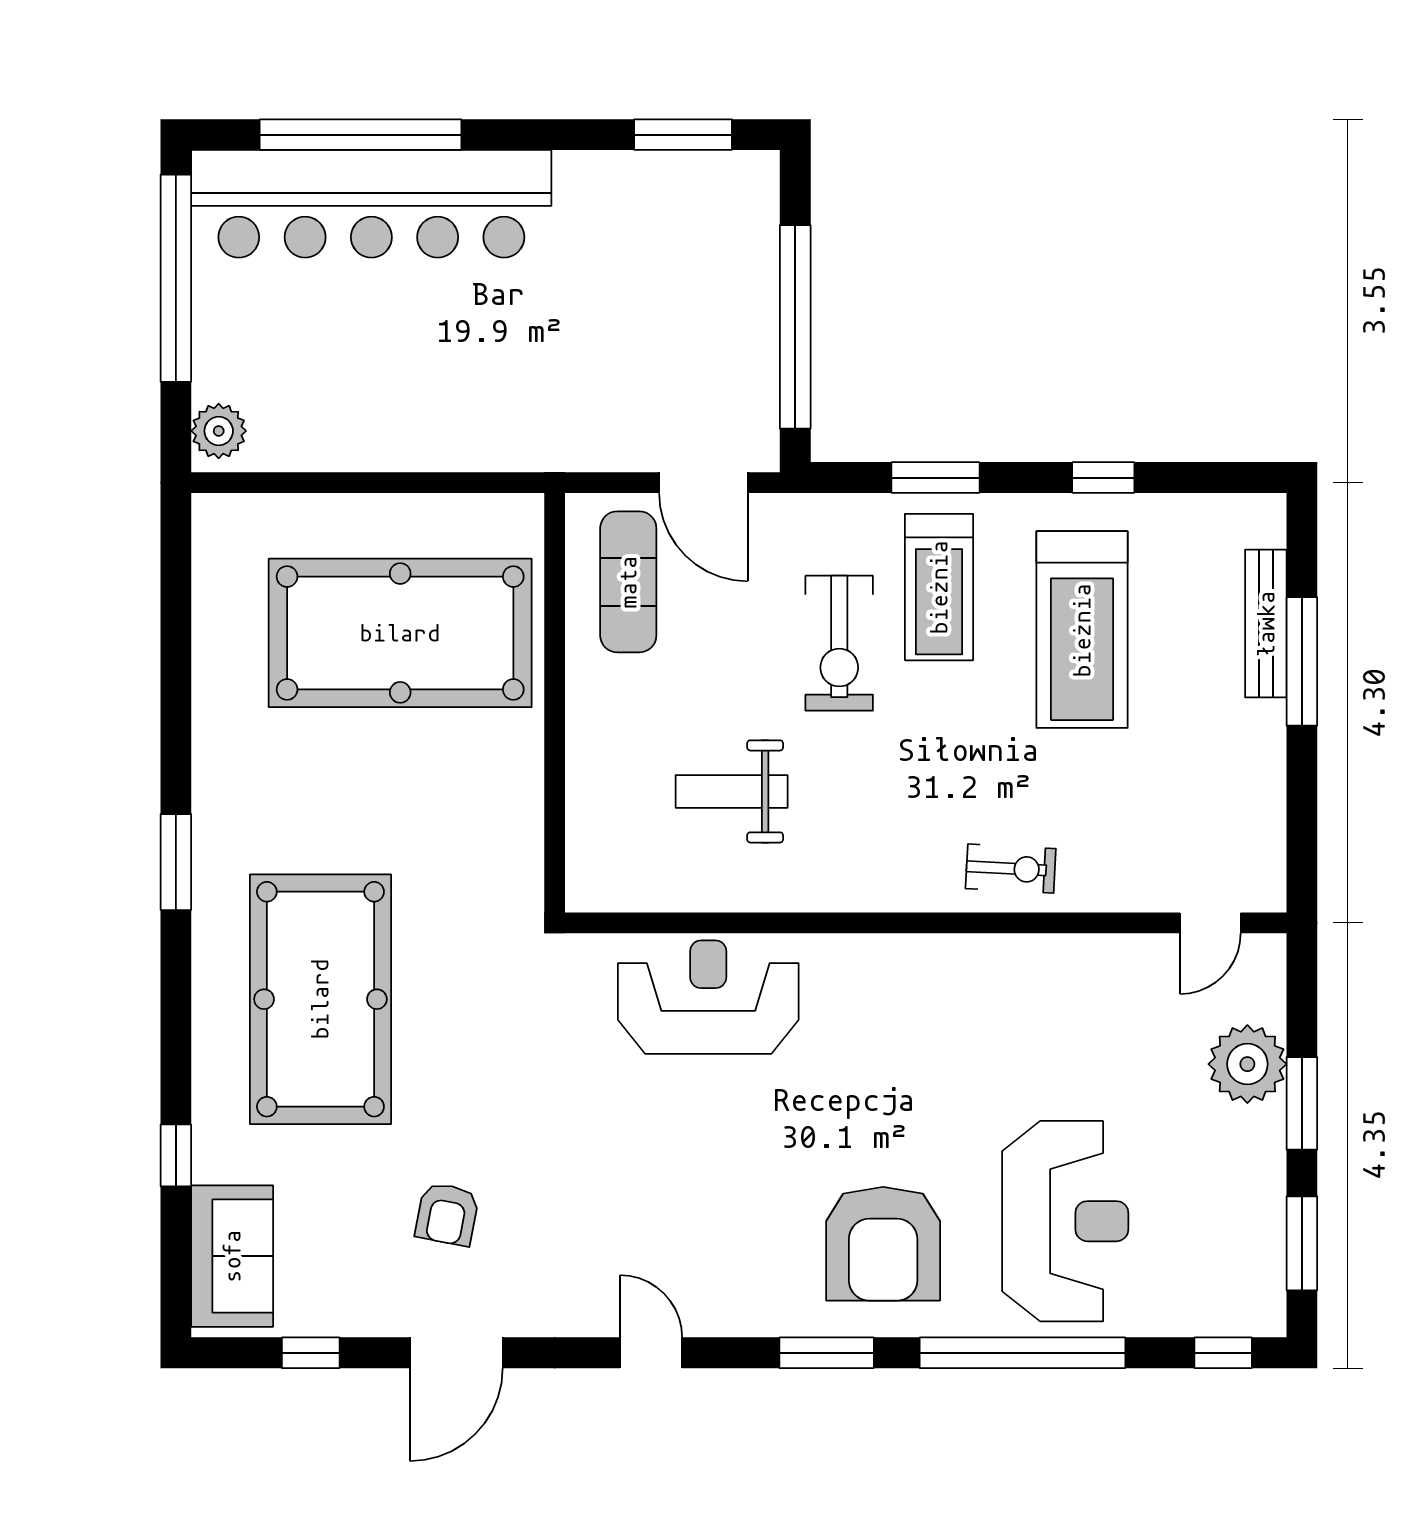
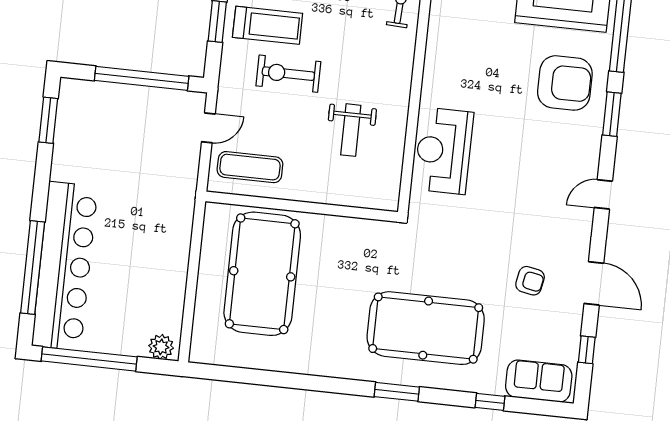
door: (703, 483) -> (208, 128), width x0.73
exercise bike: (839, 643) -> (288, 74), turned 180
window: (176, 862) -> (397, 392), moved

